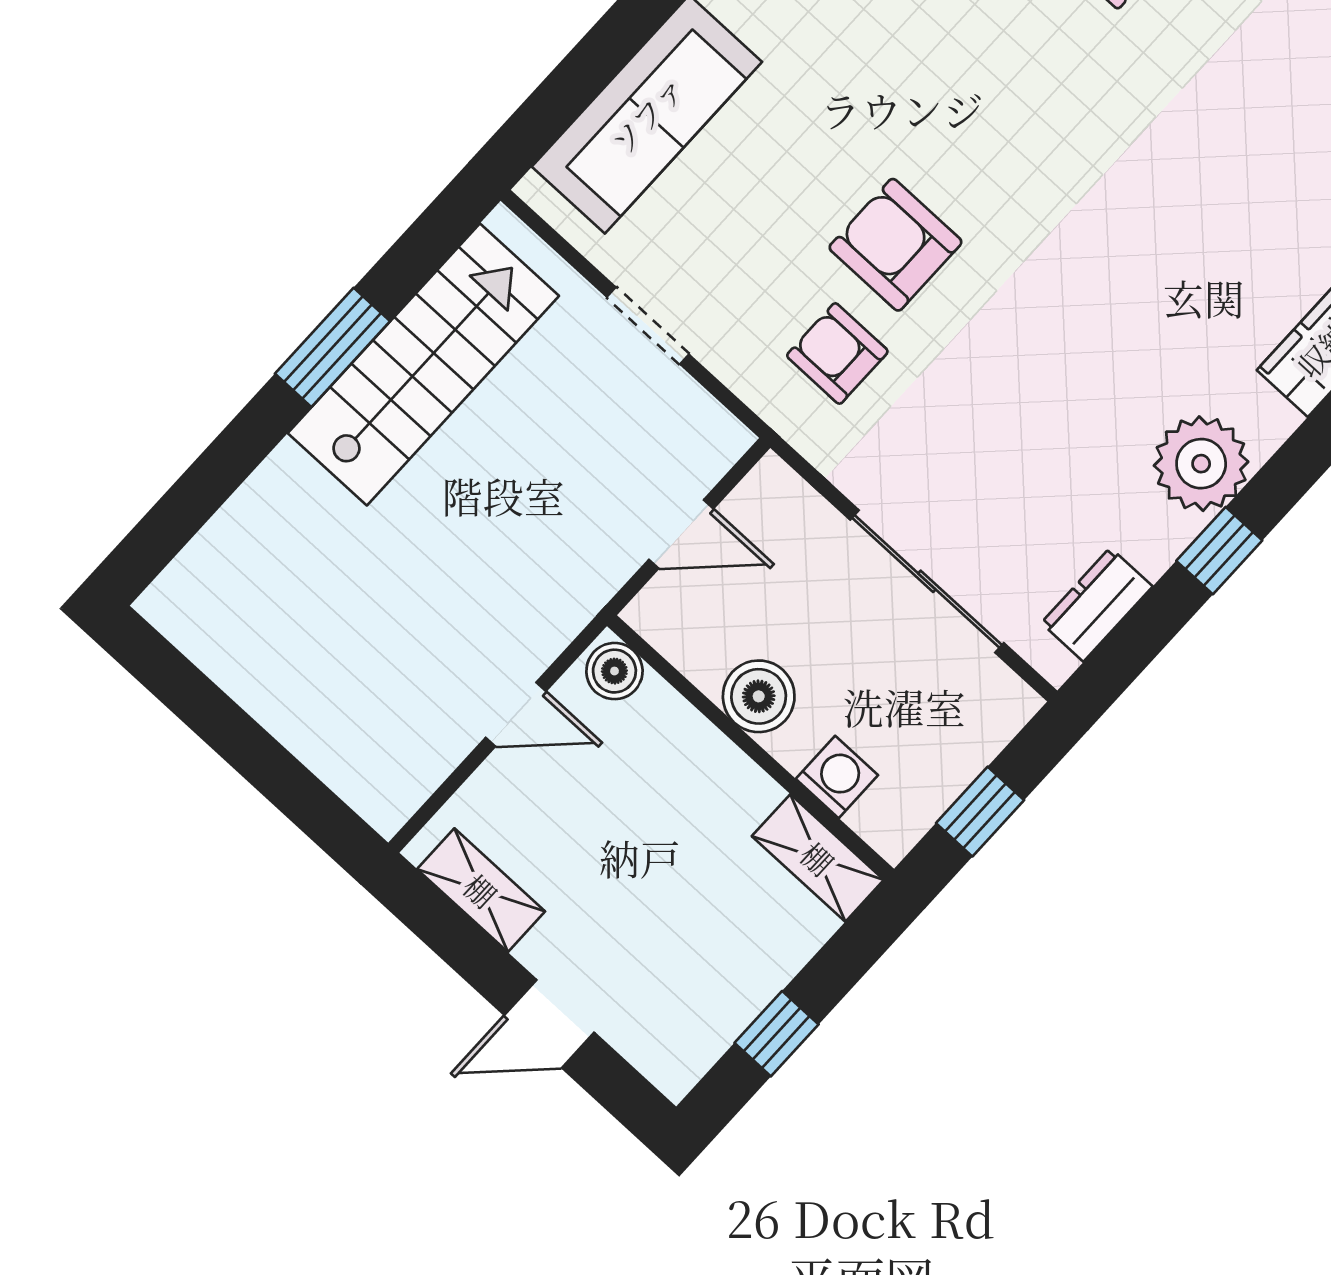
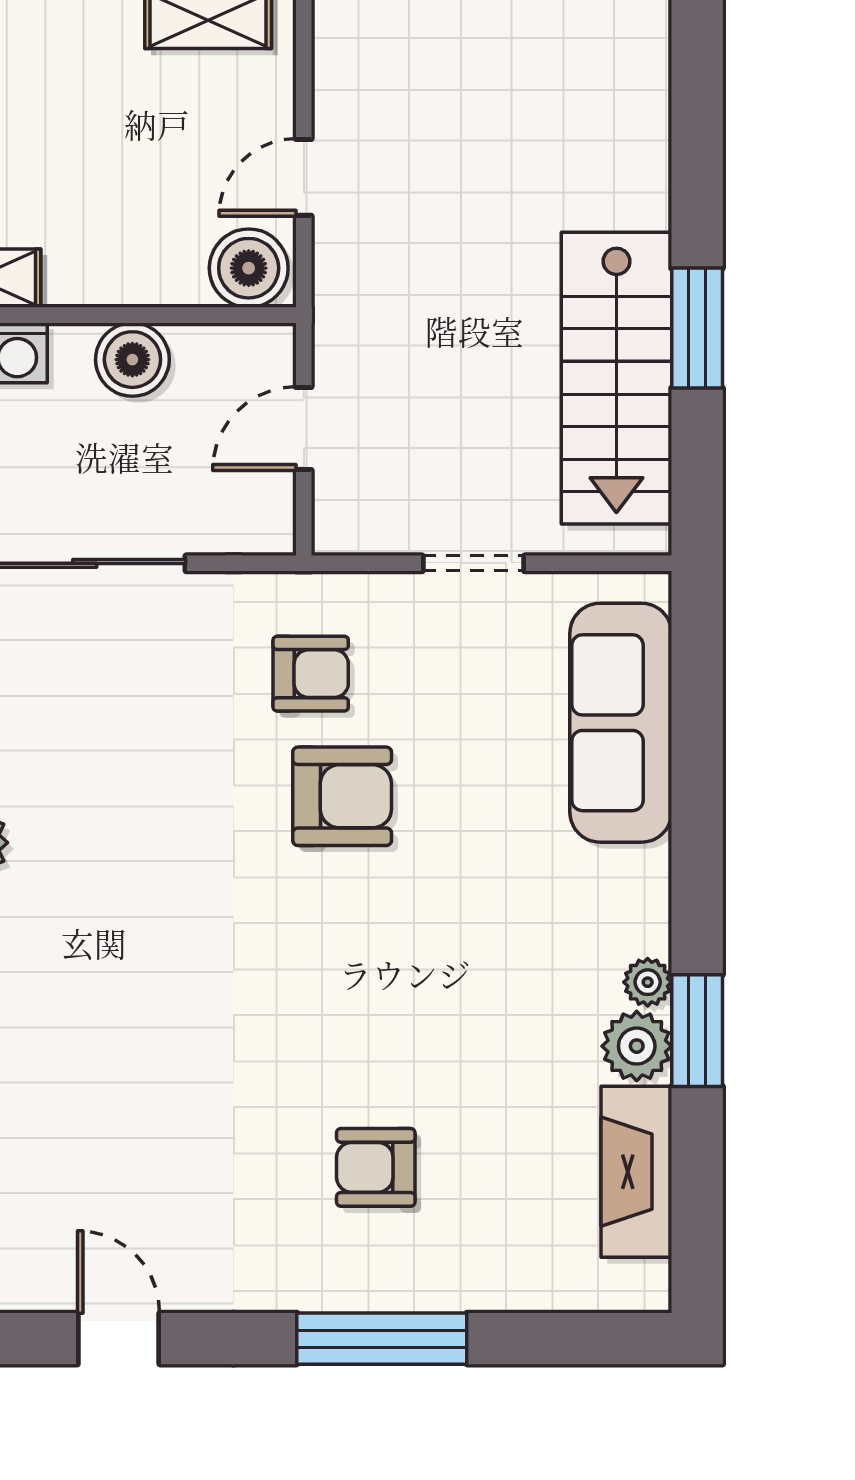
boiler: (614, 671) -> (249, 268), width x1.36, depth x1.36

